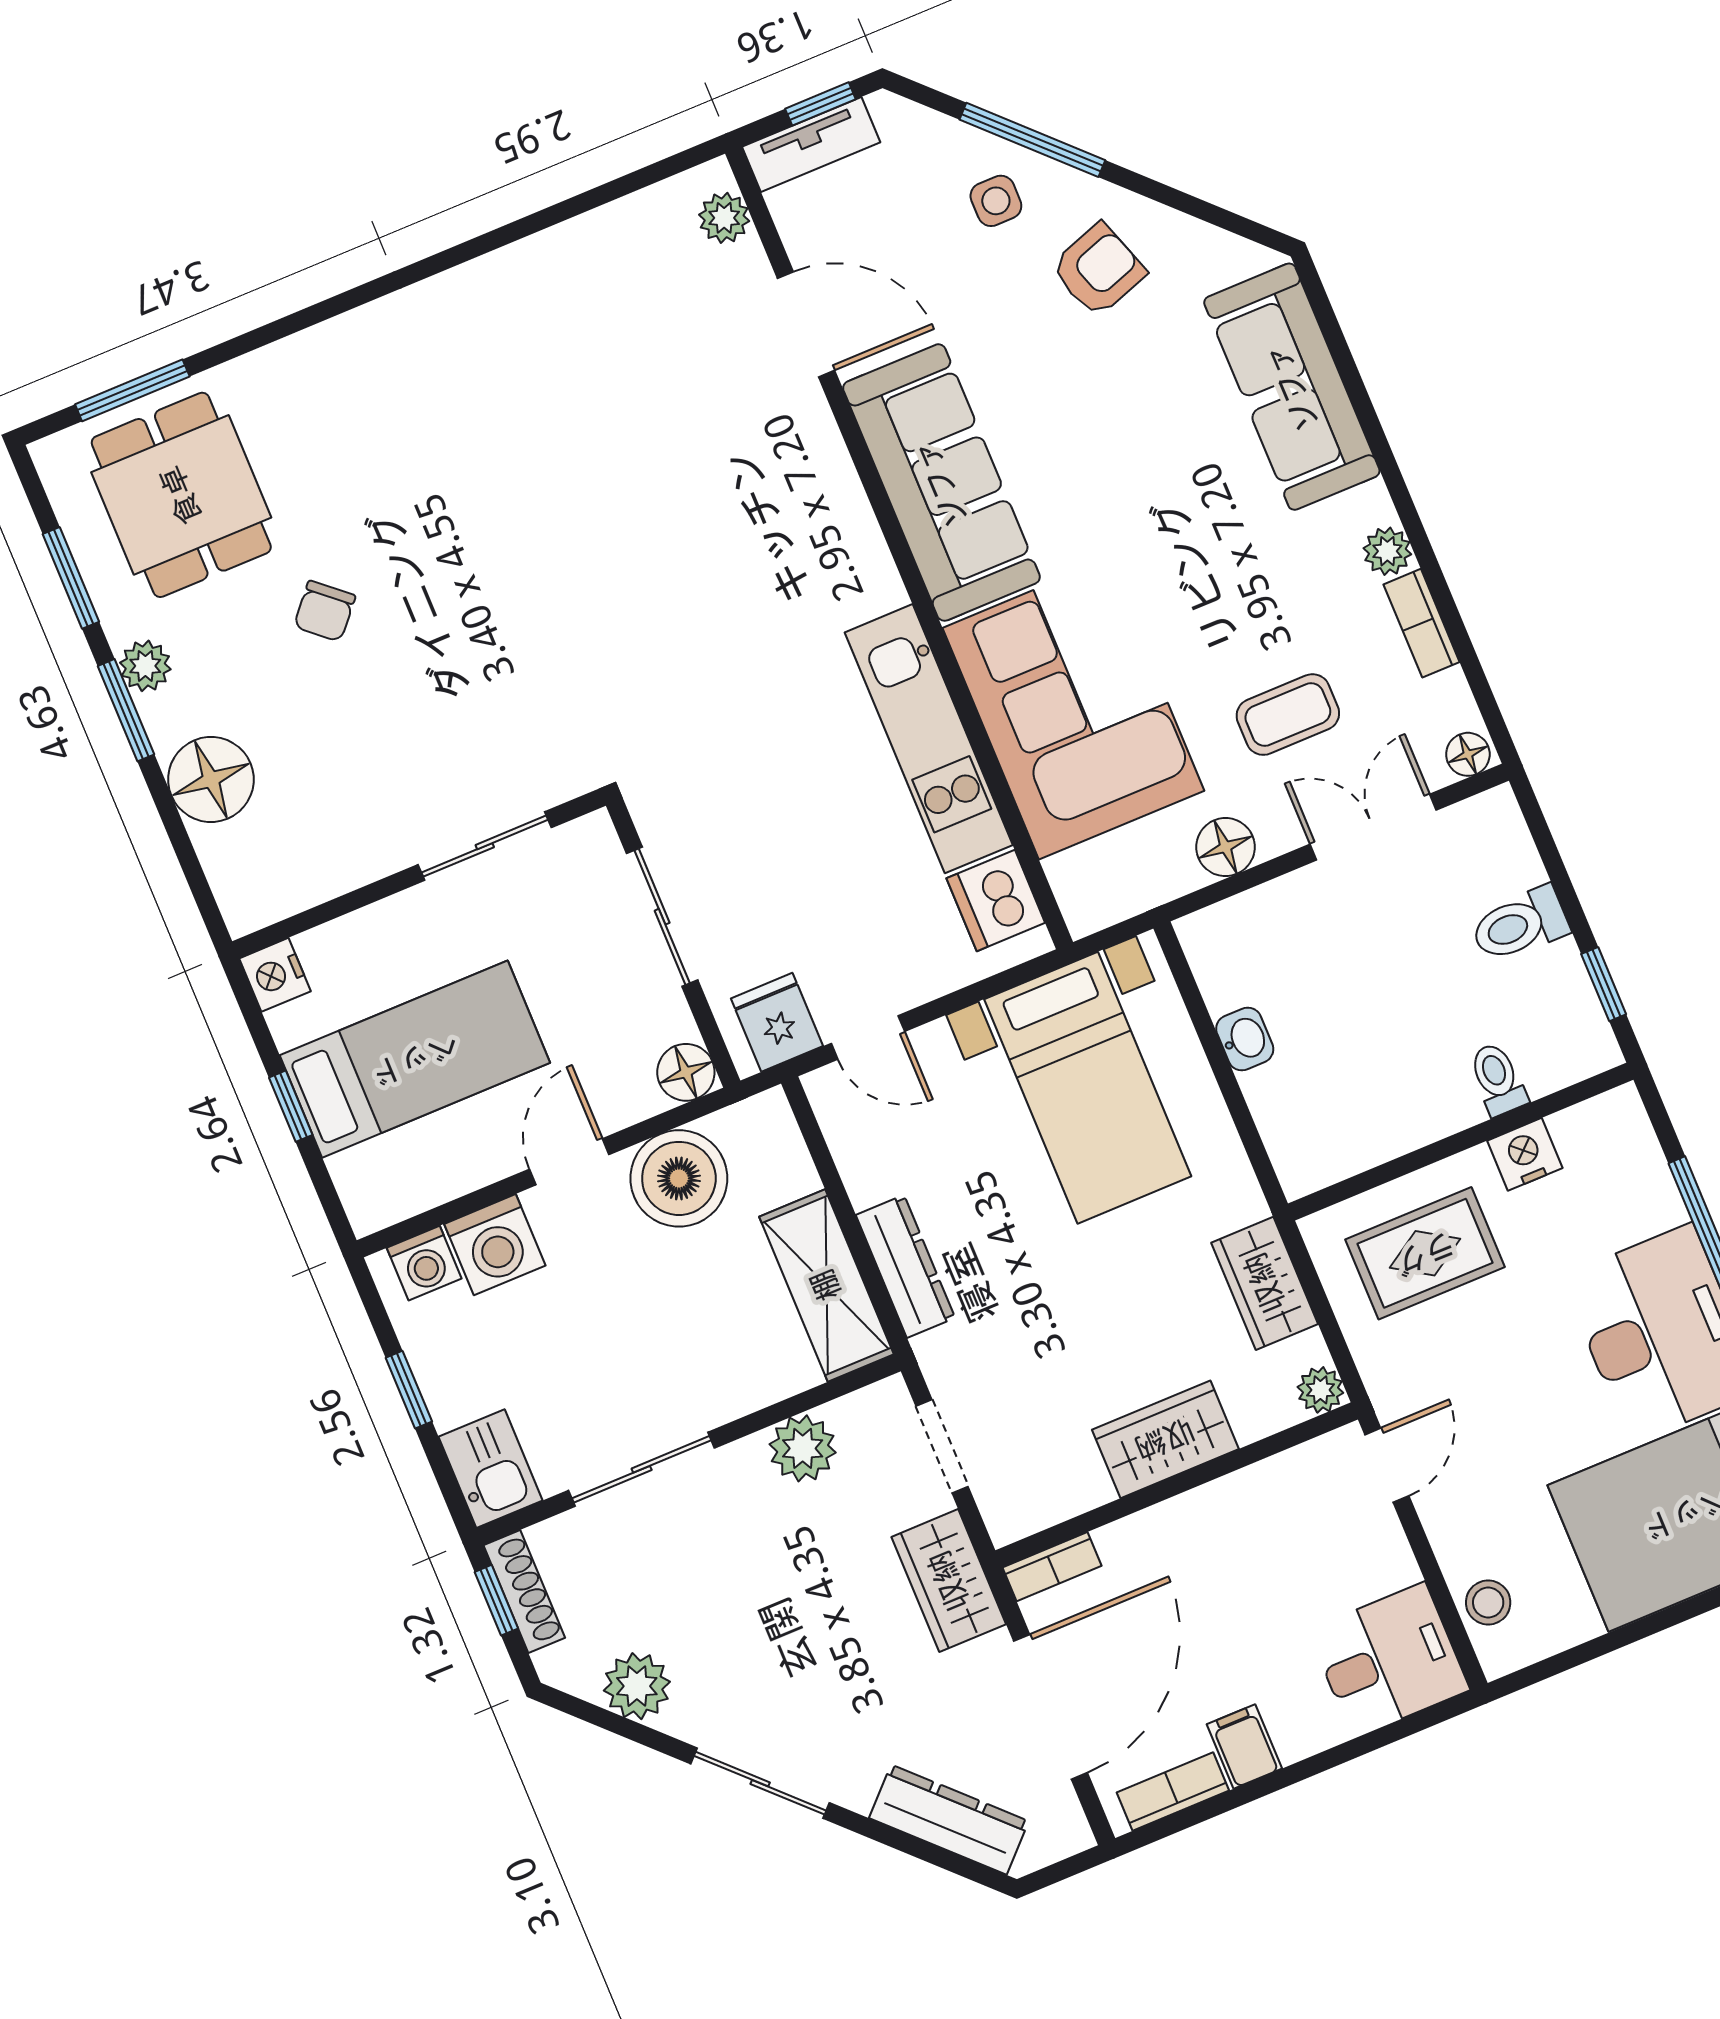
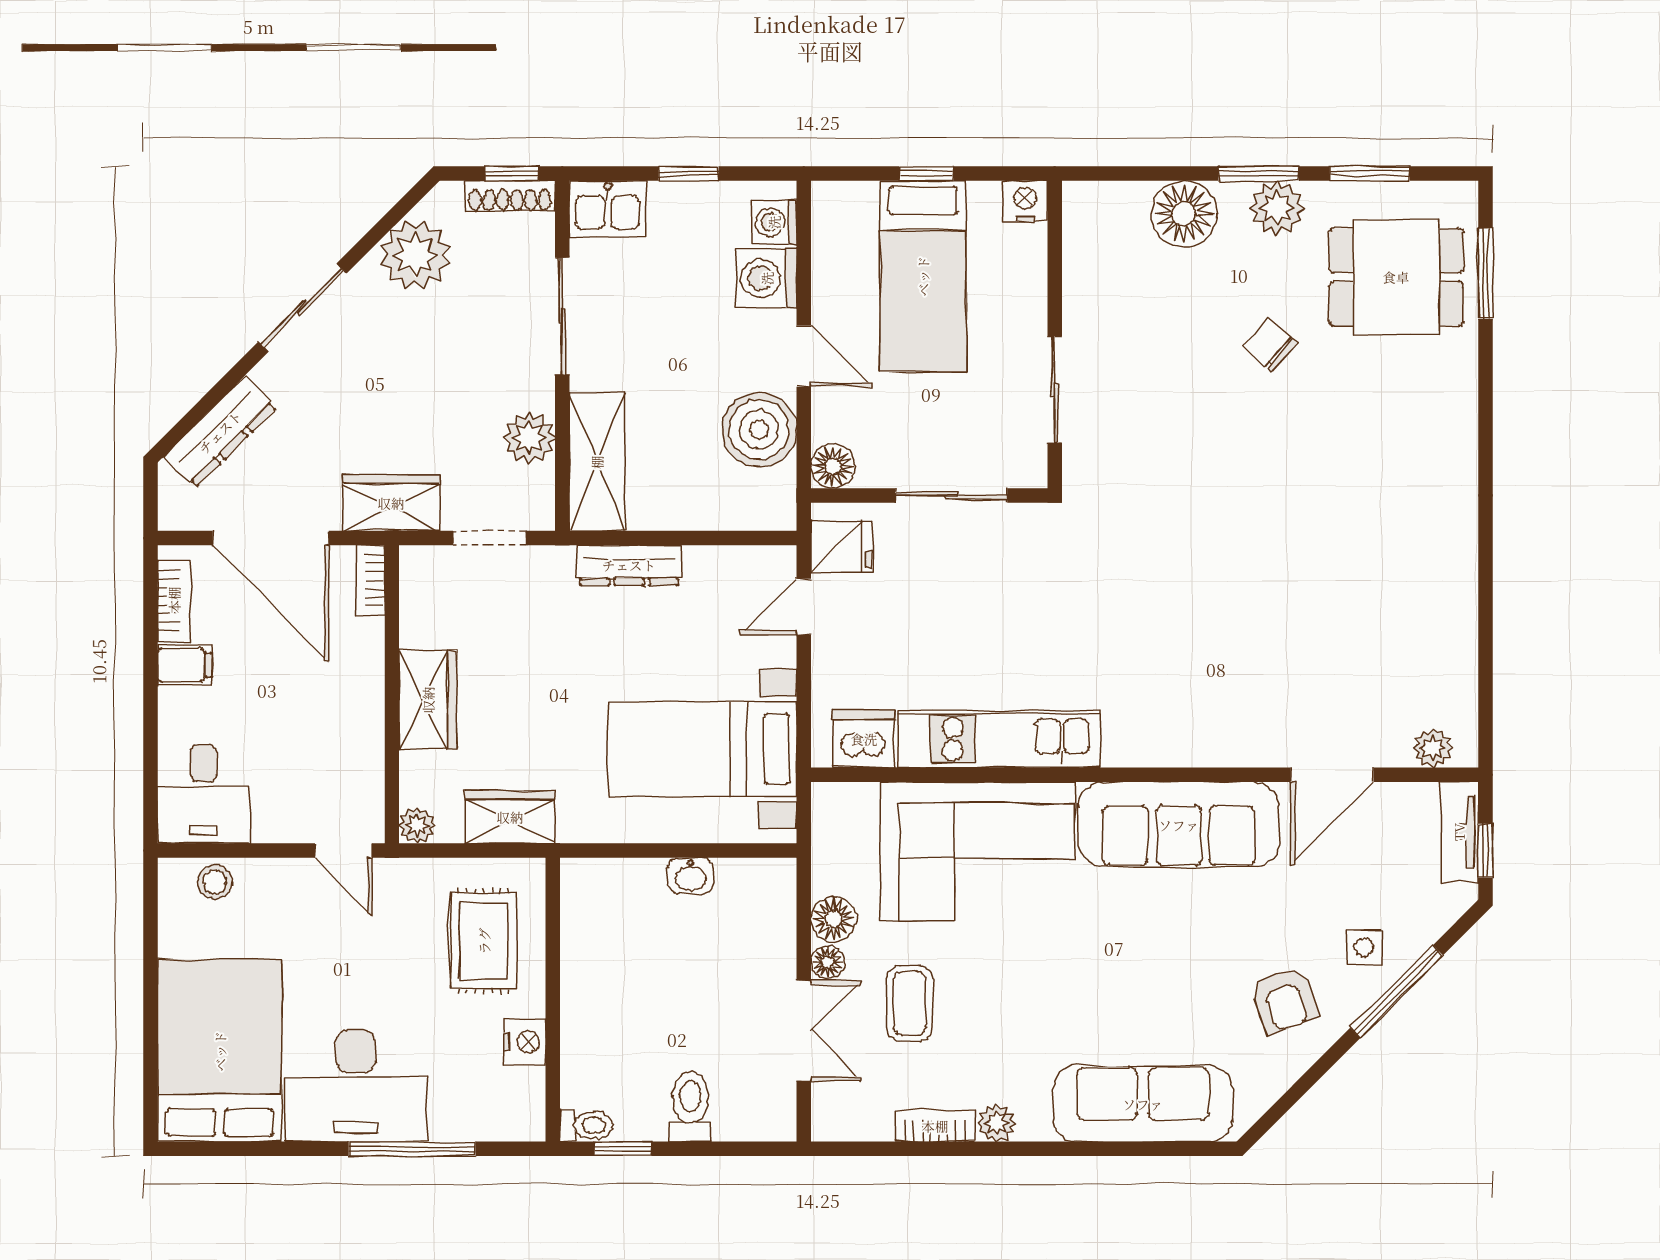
plant: (145, 666) -> (1277, 208), width x1.38, depth x1.38
floor lamp: (1468, 754) -> (828, 962), moved
toilet: (1498, 1079) -> (586, 1125), moved
shelving: (826, 1285) -> (597, 462), moved, turned 90
plant: (637, 1686) -> (415, 255), width x1.36, depth x1.36

